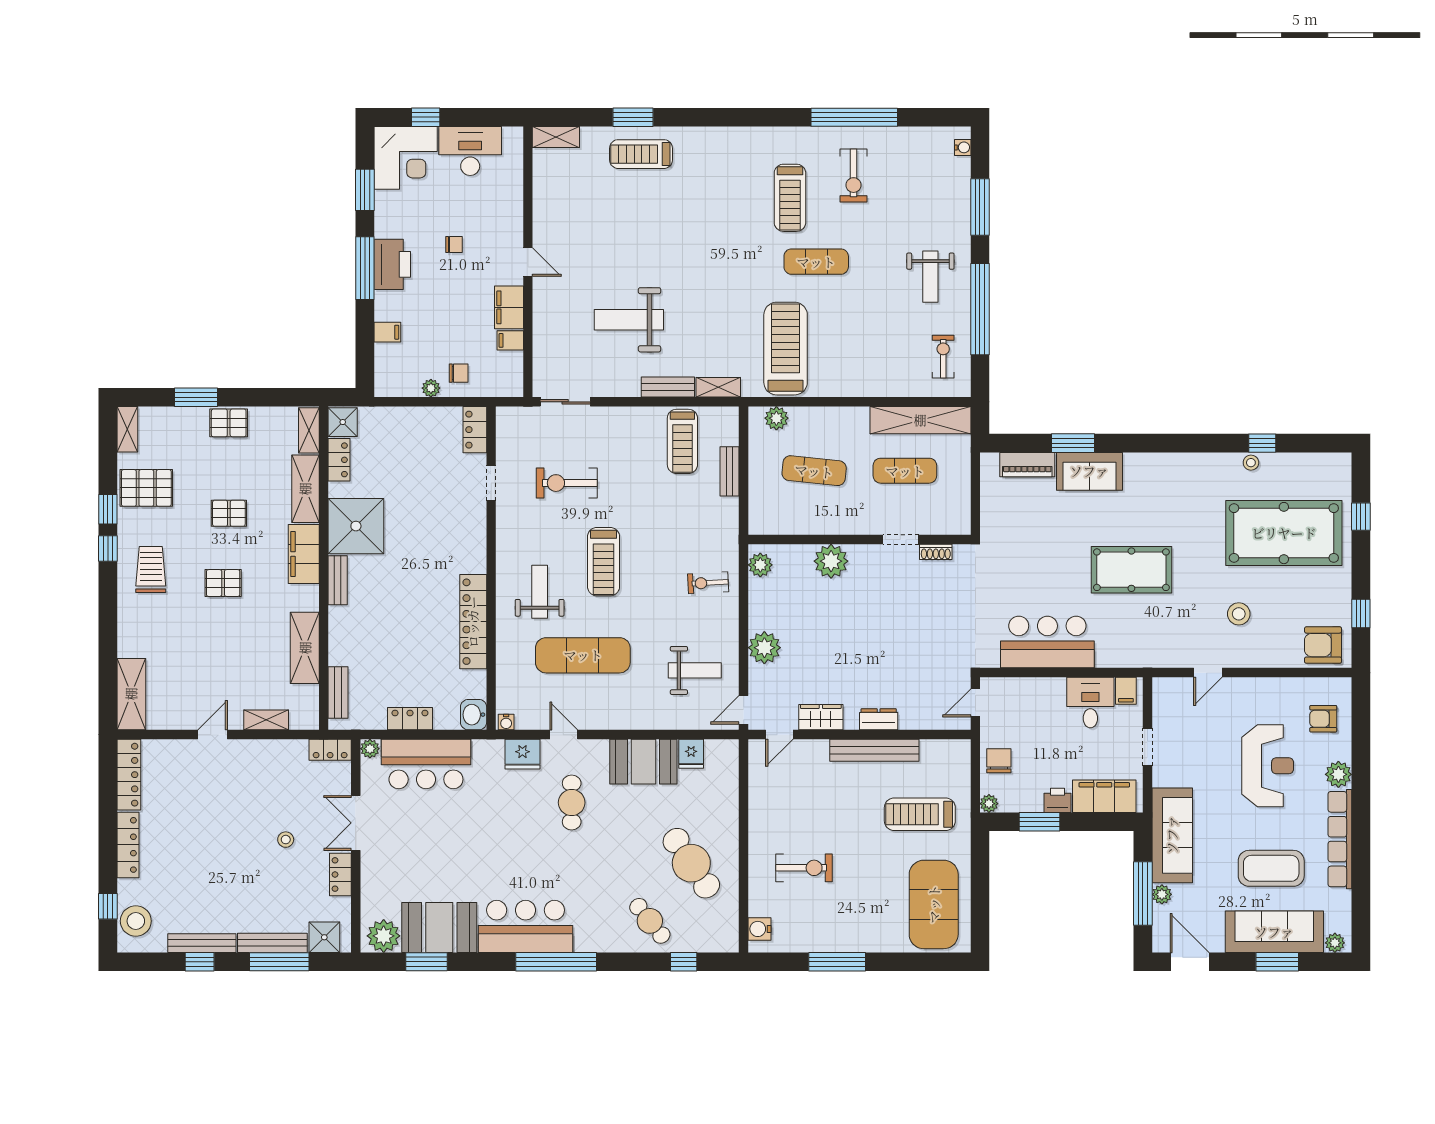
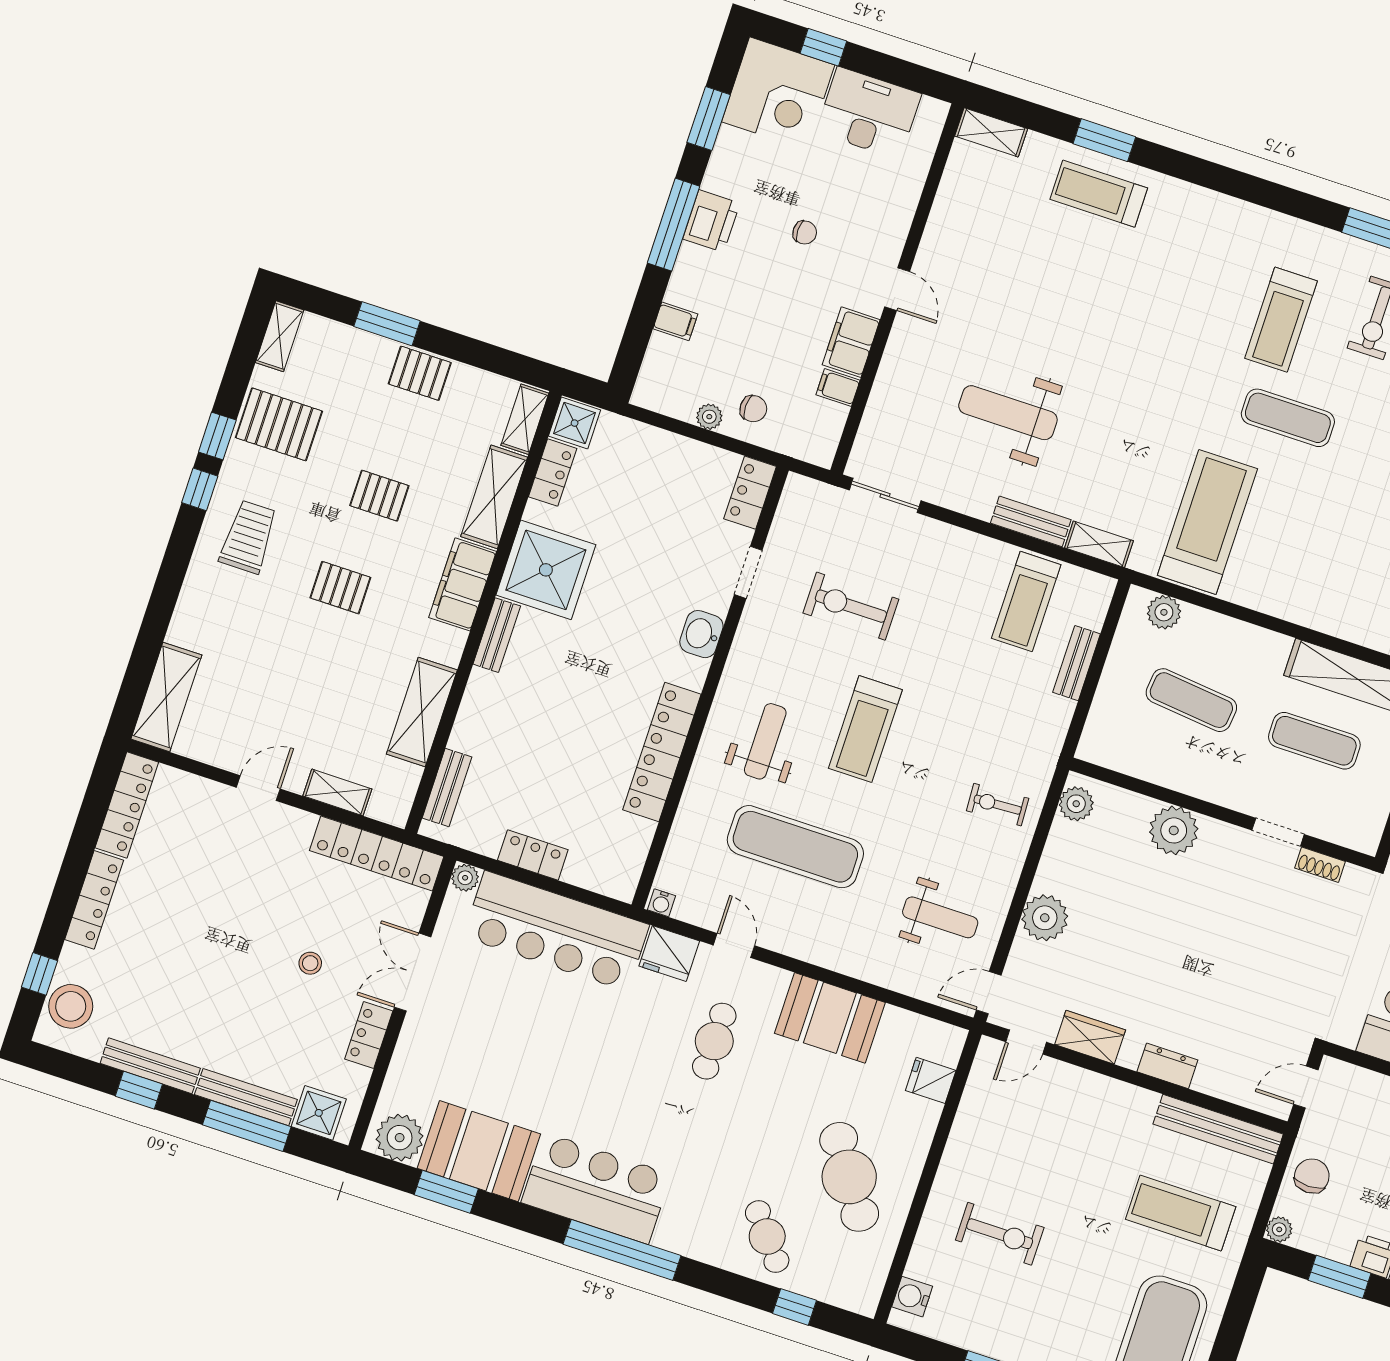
printer: (392, 264) -> (711, 221), width x0.73, depth x0.84
washbasin: (474, 715) -> (701, 634), moved
locker: (330, 750) -> (377, 853), width x2.16, depth x1.21
bench: (874, 750) -> (1218, 1129), moved
fridge: (691, 754) -> (931, 1080), moved, turned 90
bar counter: (426, 764) -> (556, 931), width x1.36

